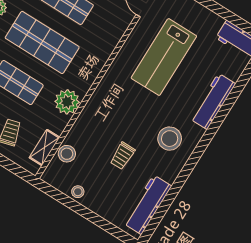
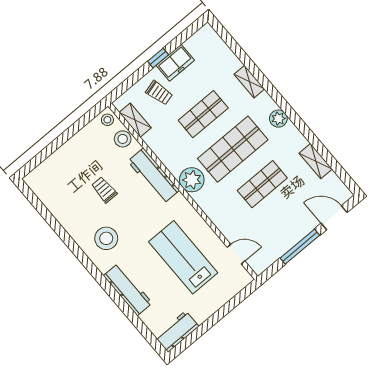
plant: (67, 102) -> (192, 180), moved
stool: (78, 192) -> (107, 120), moved
workbench: (147, 205) -> (154, 176), moved, turned 180

